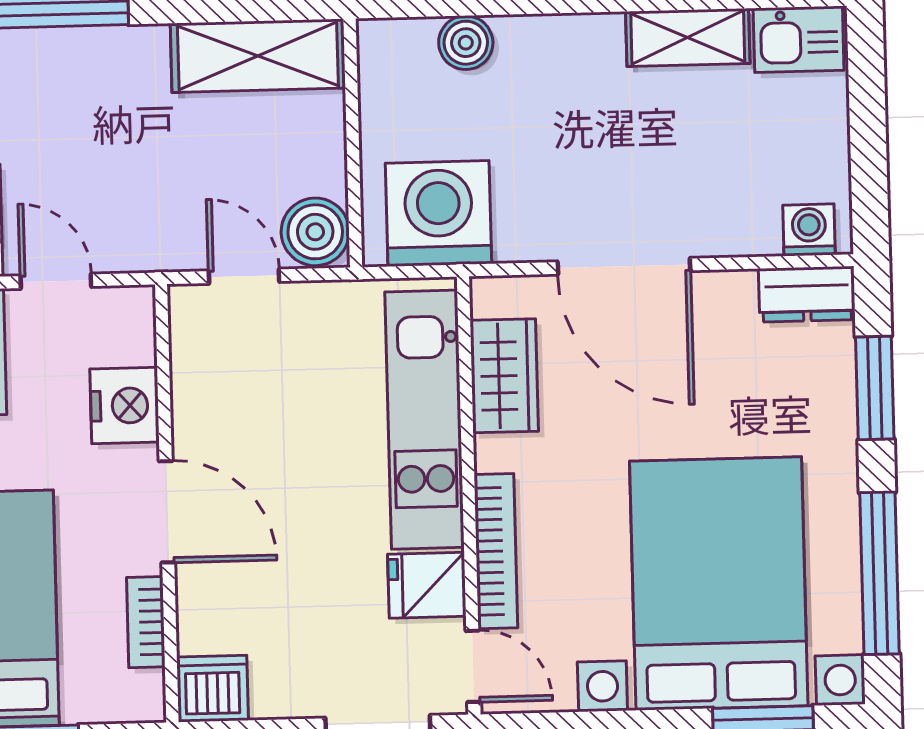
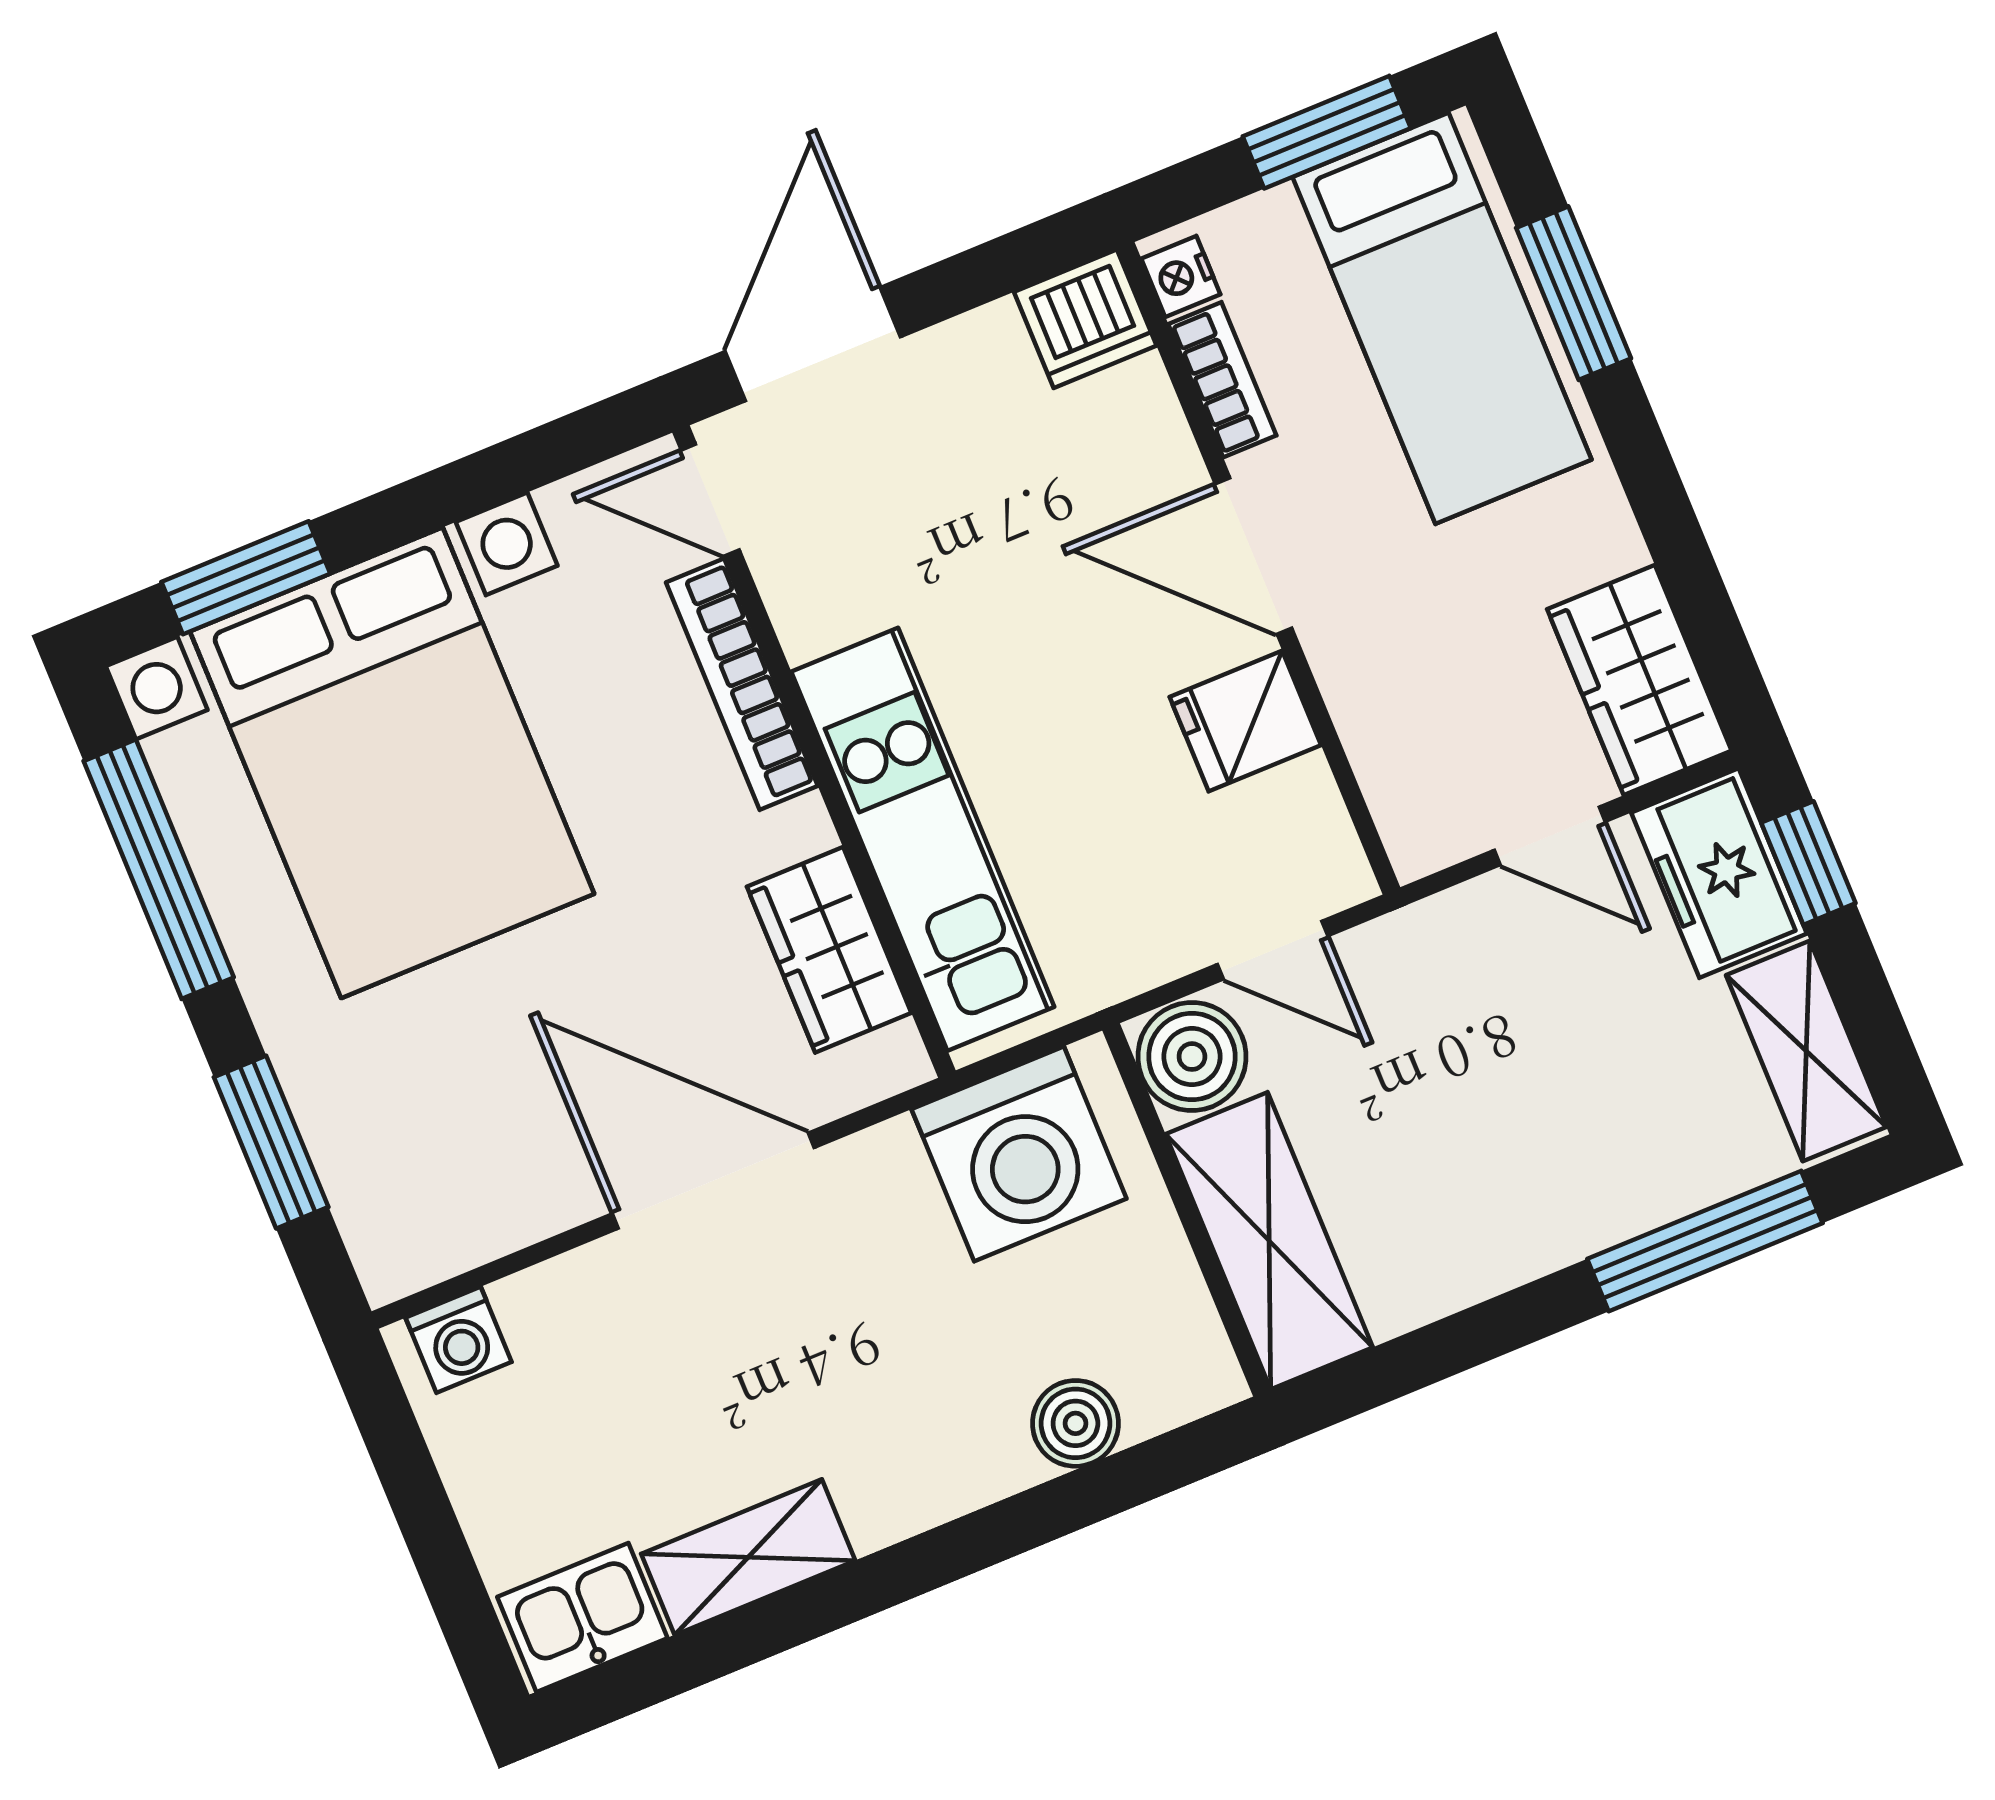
shelving: (258, 56) -> (1269, 1241), moved, turned 90
dresser: (807, 294) -> (425, 1243), removed
nightstand: (125, 406) -> (1181, 276), moved, width x0.53, depth x0.56
fridge: (427, 585) -> (1245, 721), moved, turned 180

